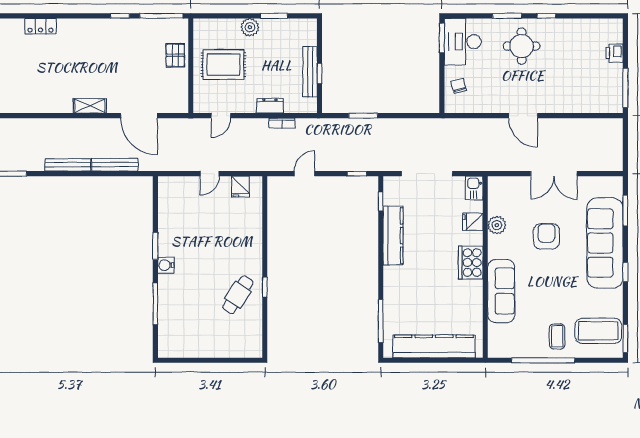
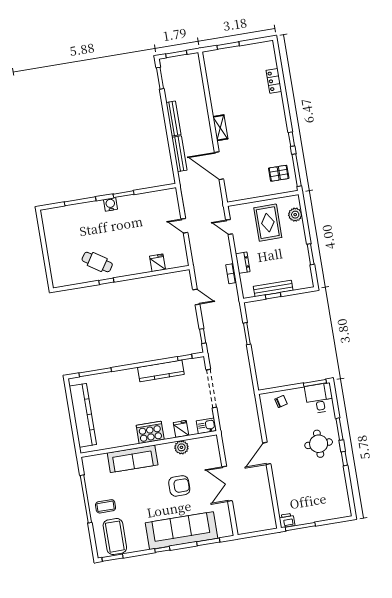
plant: (250, 27) -> (295, 215), moved
desk: (463, 42) -> (319, 398), width x0.73
printer: (614, 53) -> (287, 520), moved
pallet: (175, 55) -> (279, 173), moved
door: (139, 116) -> (219, 166), hinge flipped
fridge: (240, 187) -> (158, 263), moved, turned 90

